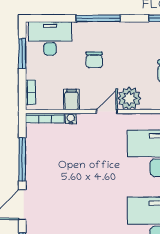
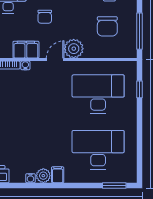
filing cabinet: (71, 100) -> (26, 50), width x2.00

